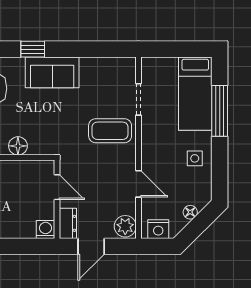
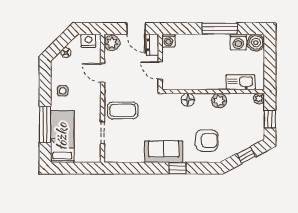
door: (91, 246) -> (136, 29), swing flipped

